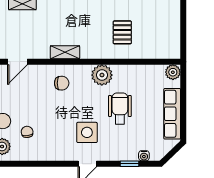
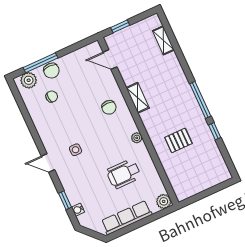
plant: (102, 75) -> (137, 138), width x0.53, depth x0.53
wheelchair: (120, 109) -> (124, 174), moved, turned 180
side table: (87, 132) -> (76, 150), width x0.54, depth x0.54

